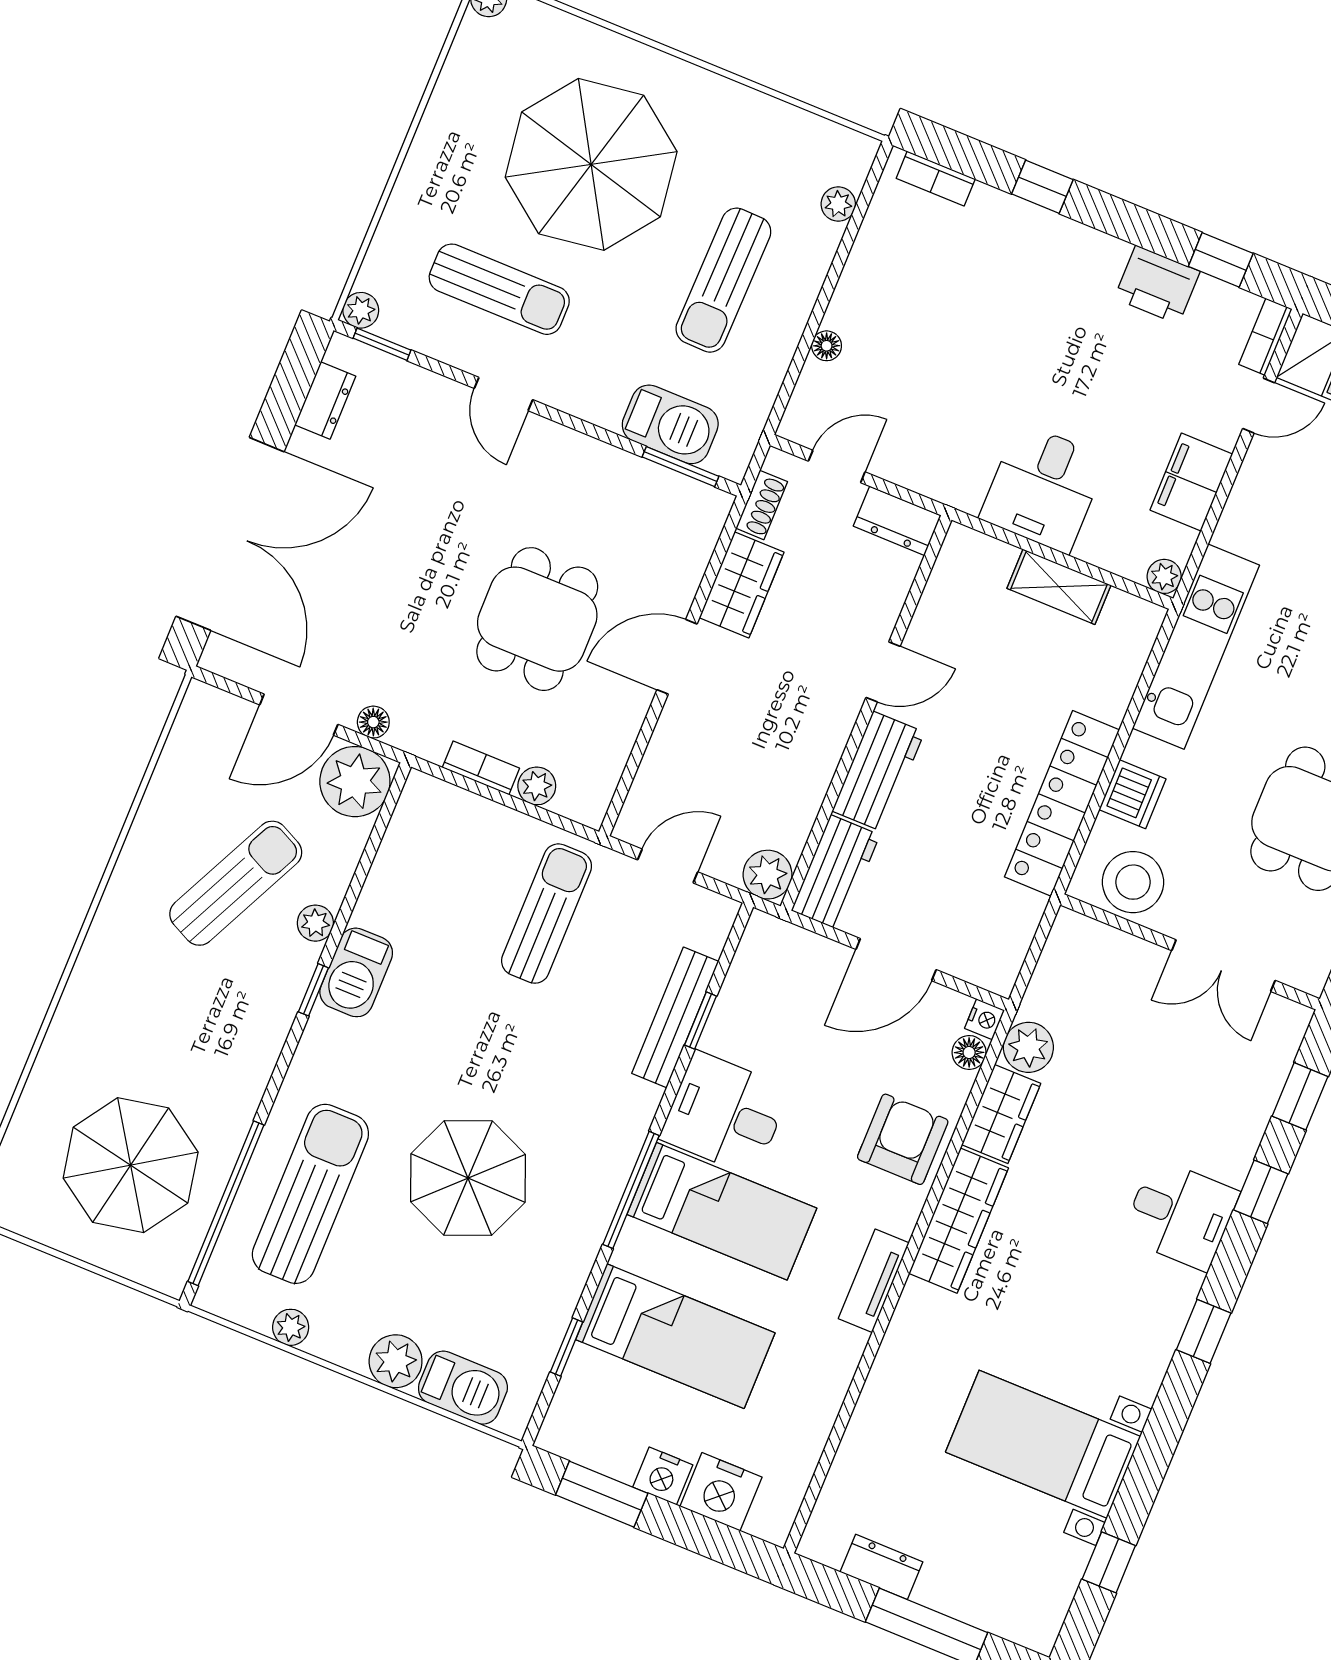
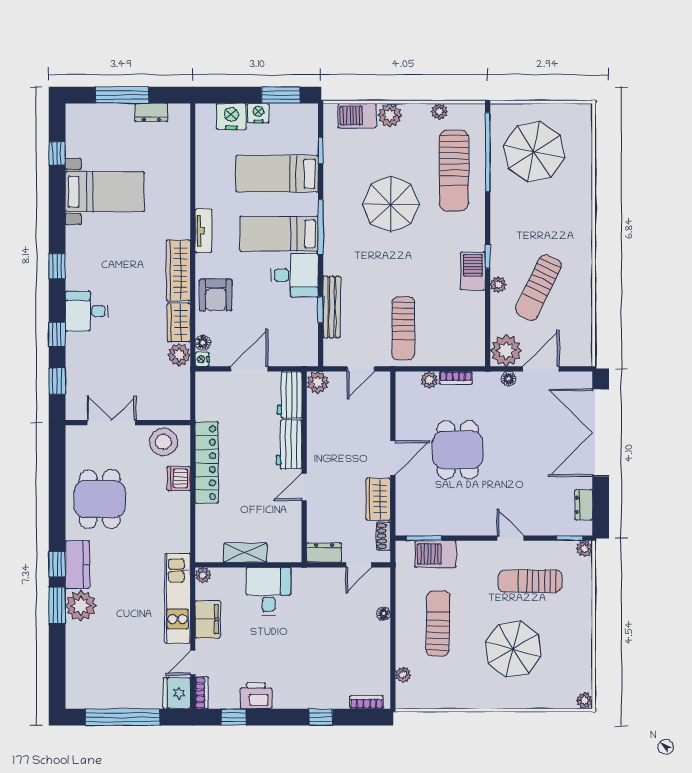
parasol: (591, 164) -> (513, 649), width x0.73, depth x0.73
kitchen unit: (1196, 647) -> (178, 598), moved

